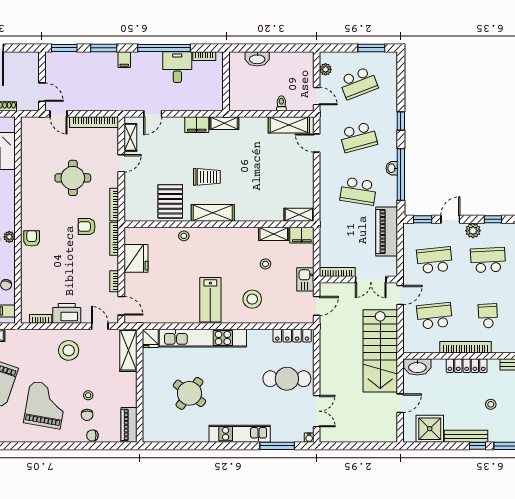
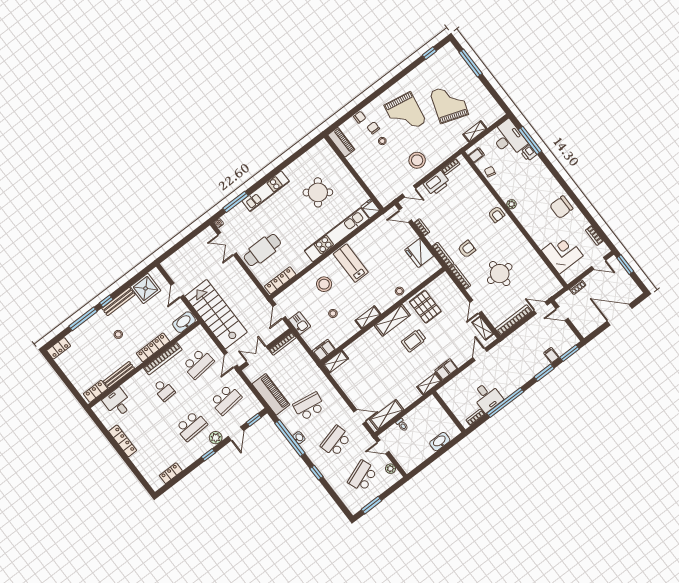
filing cabinet: (124, 60) -> (551, 355), moved
shelving: (274, 234) -> (368, 317), moved
shelving: (128, 350) -> (379, 190), removed

